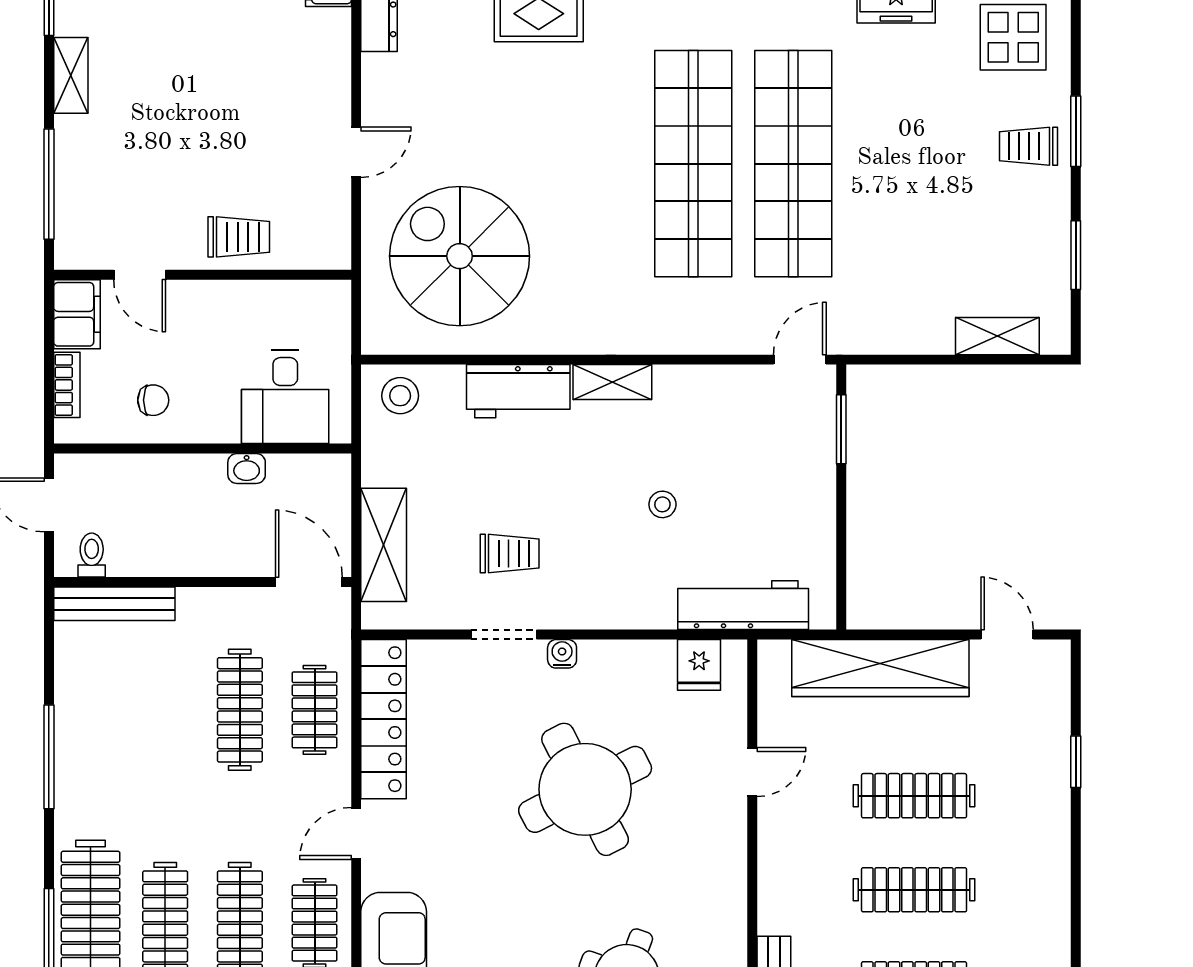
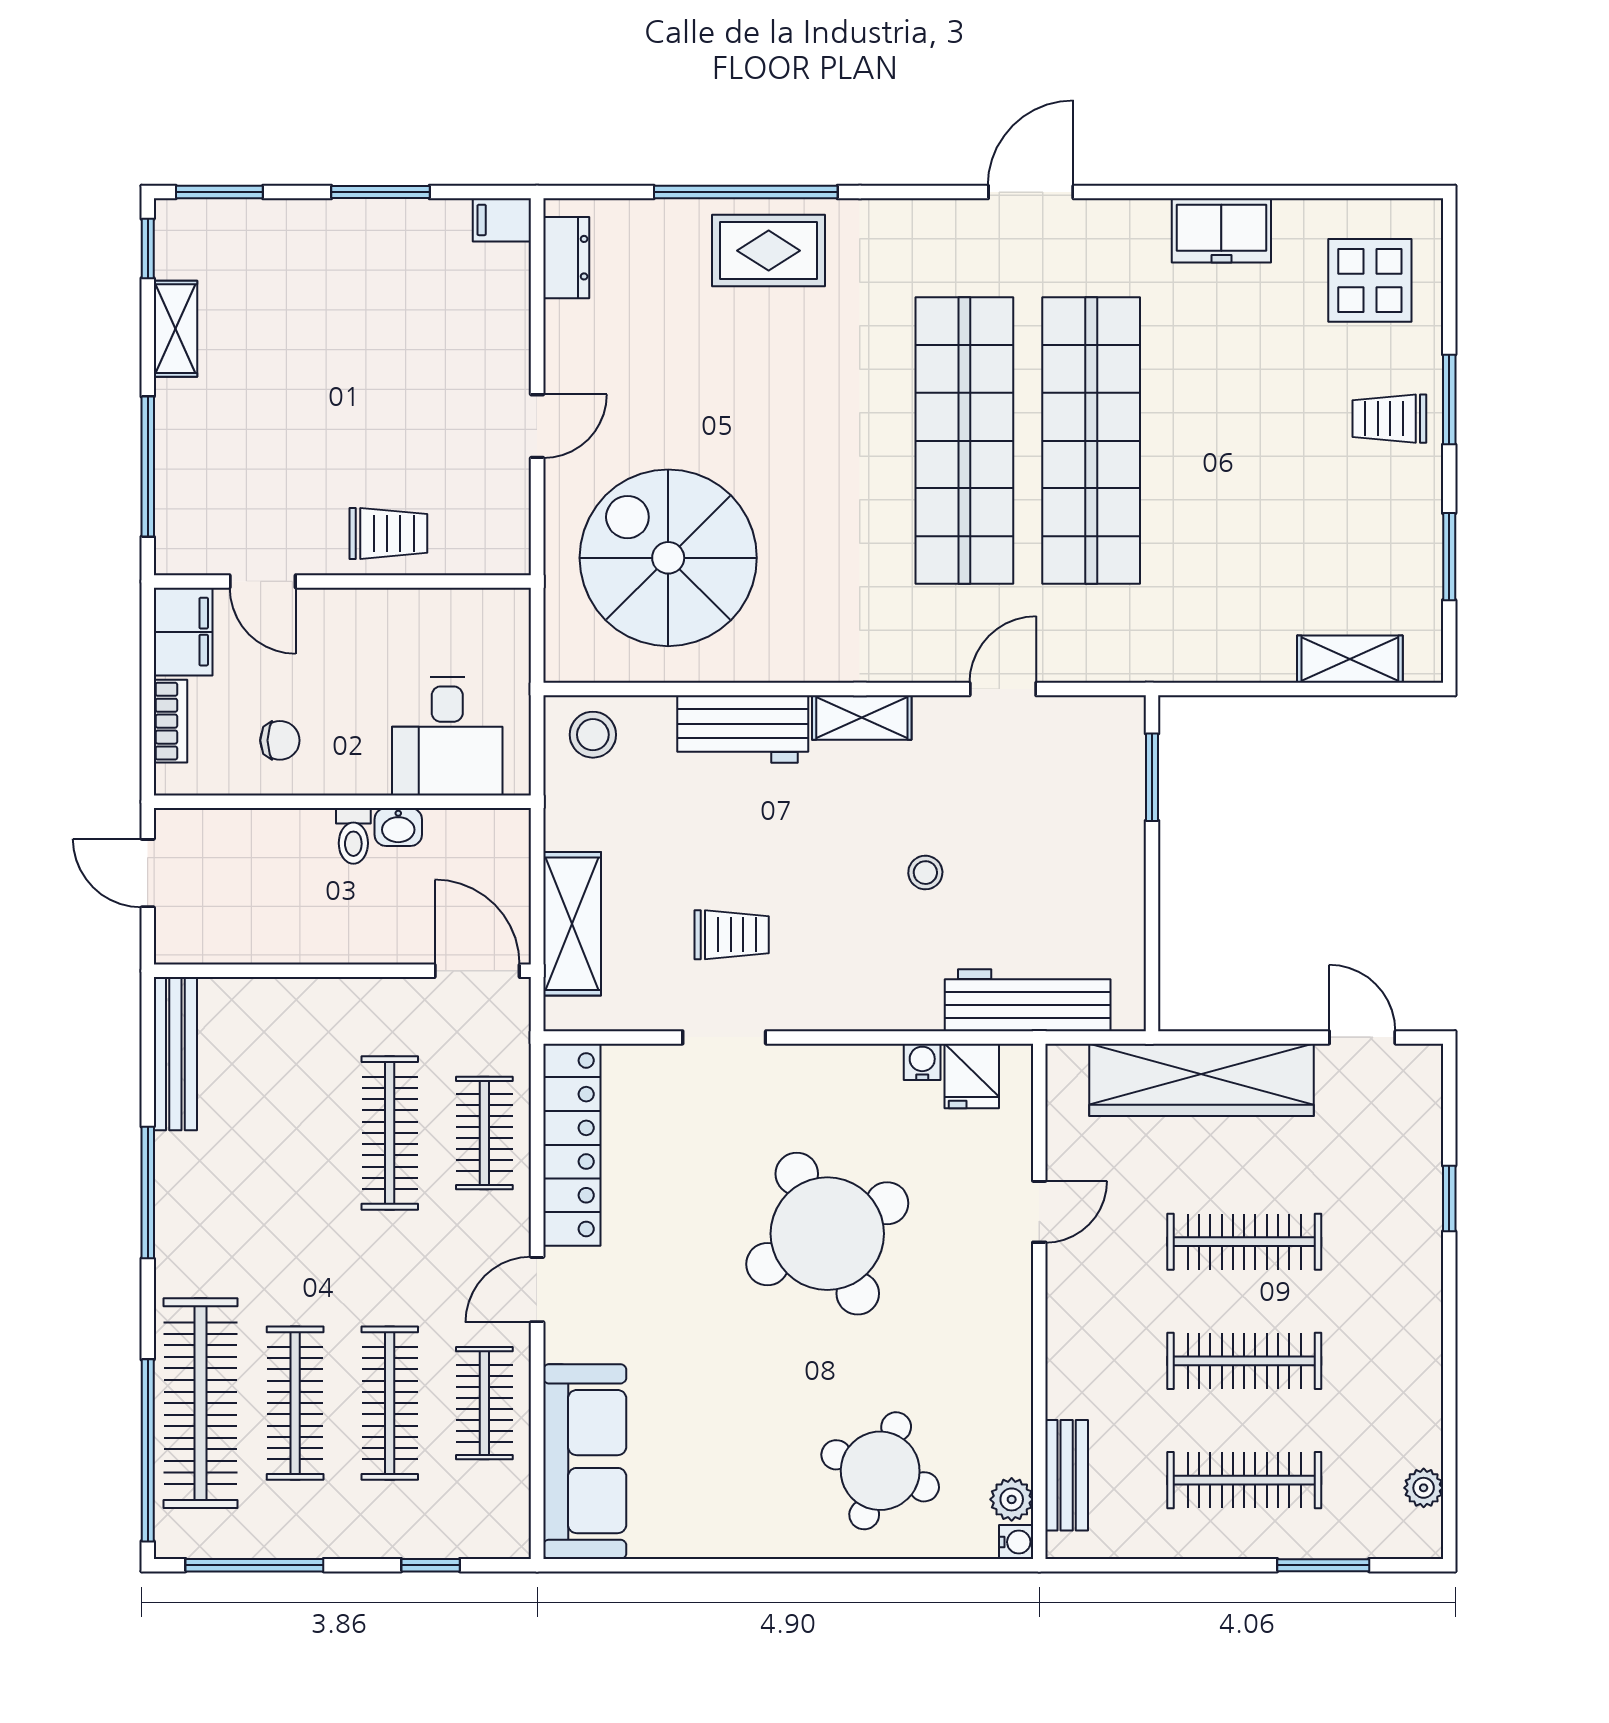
door: (800, 360) -> (1003, 689), moved
toilet: (92, 555) -> (353, 836), moved, turned 180
bench: (114, 604) -> (175, 1054), moved, turned 90
water cooler: (562, 654) -> (922, 1062), moved

